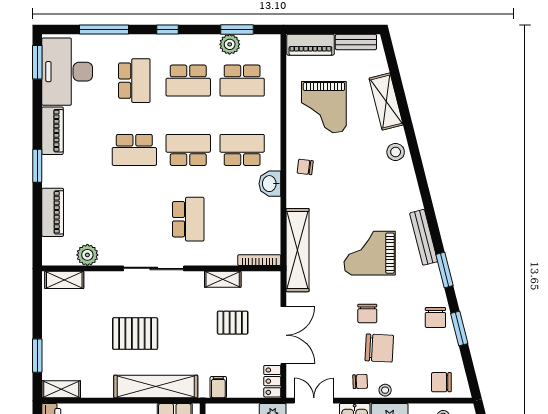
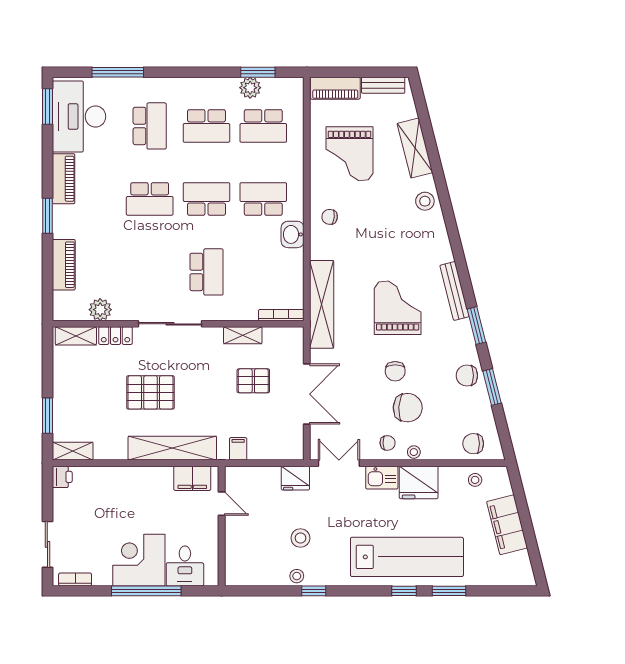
window: (167, 30) -> (185, 72), removed
grand piano: (370, 253) -> (398, 308), turned 90
chair: (435, 318) -> (467, 376), turned 90
locker: (272, 381) -> (116, 336), moved, turned -90

